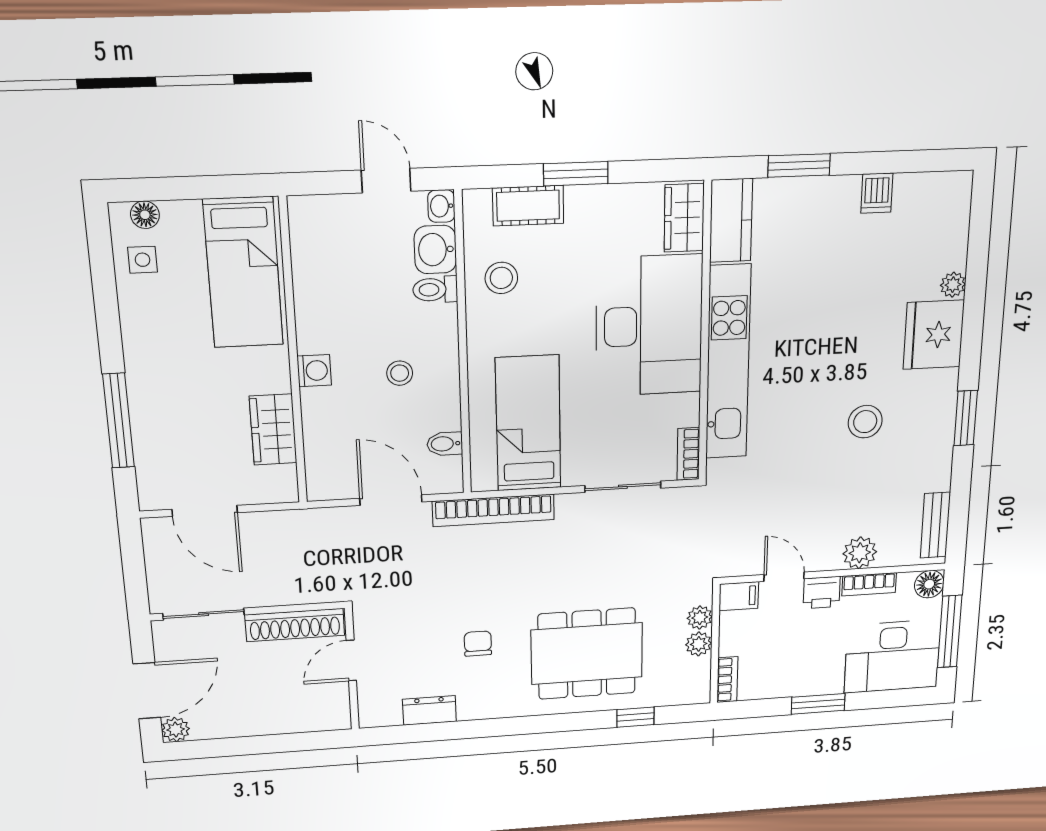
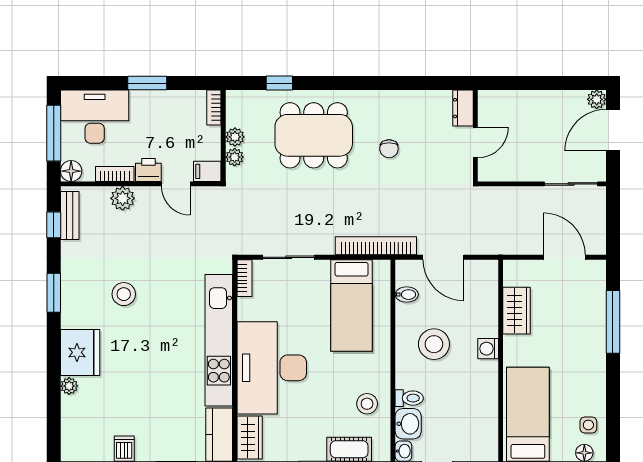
stool: (400, 373) -> (434, 344), width x1.89, depth x1.89
window: (959, 511) -> (54, 225), added
shoe rack: (295, 625) -> (512, 172), removed
dresser: (429, 710) -> (463, 108), moved, turned 90

